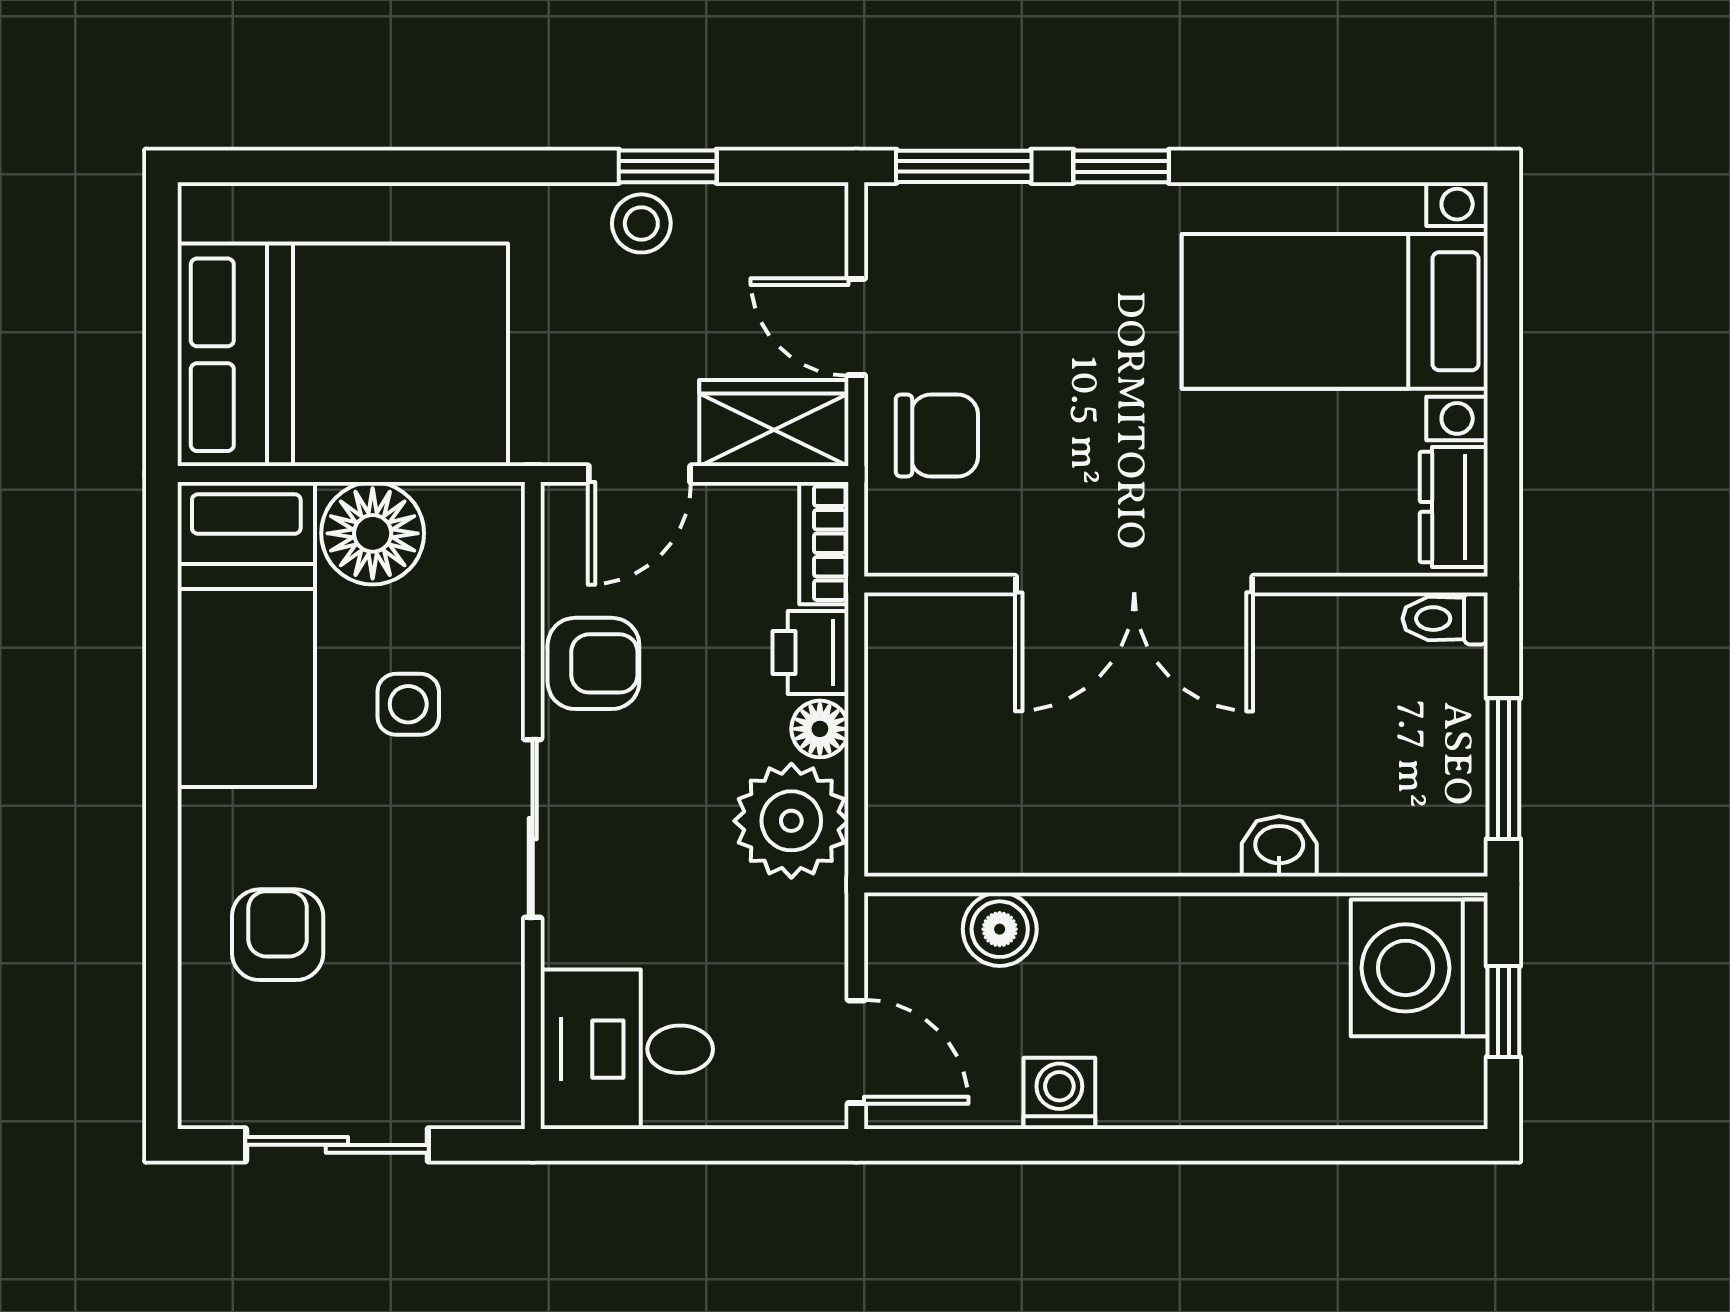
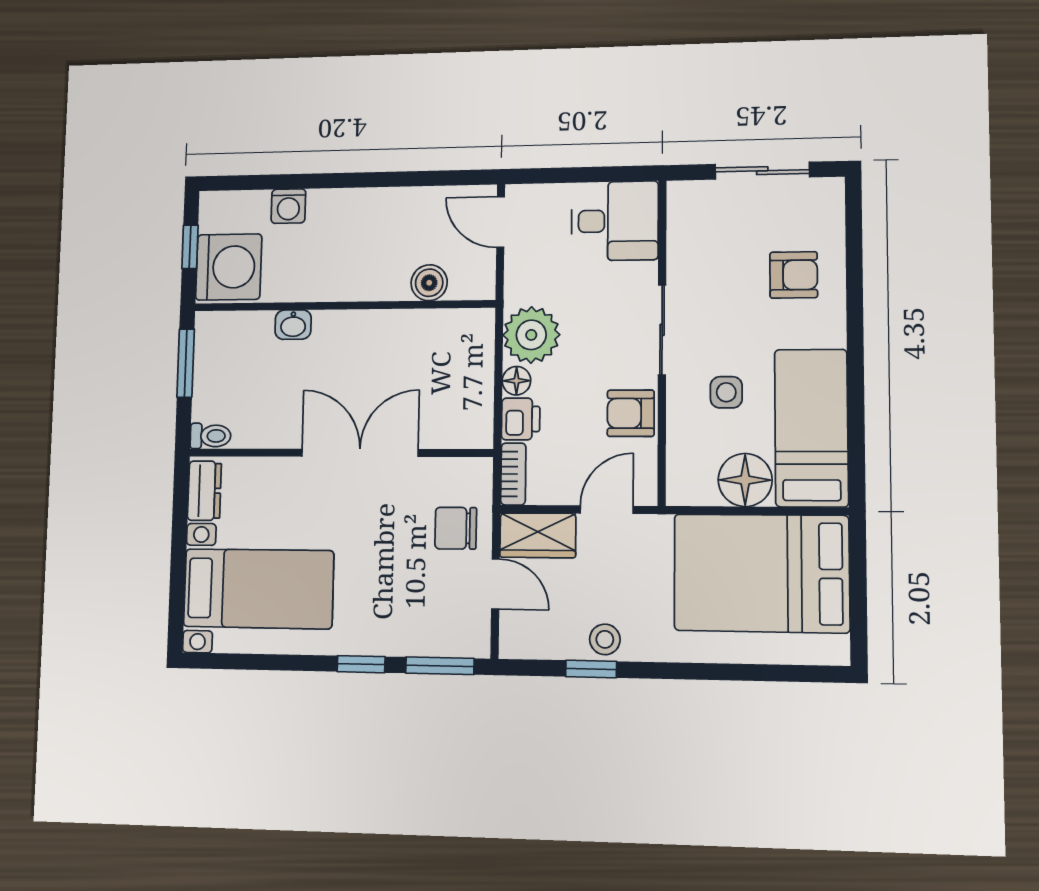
armchair: (278, 935) -> (794, 275), turned -90
washing machine: (1059, 1093) -> (288, 206), moved

